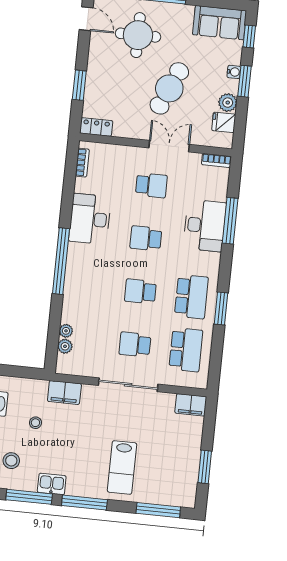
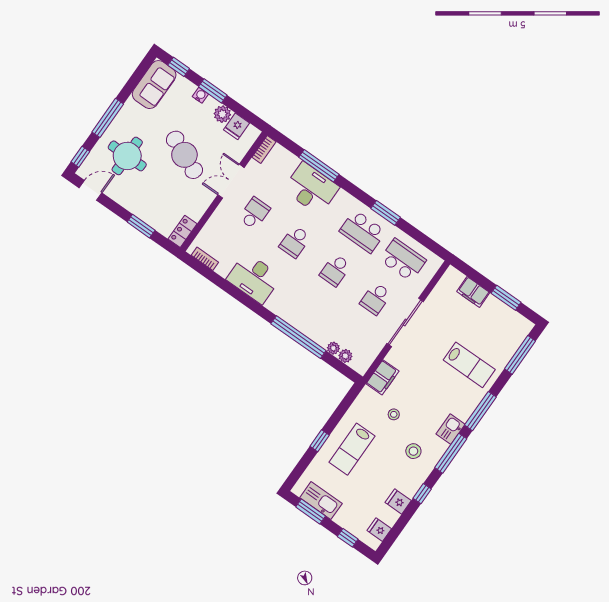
window: (61, 261) -> (298, 337), moved
school desk: (191, 297) -> (363, 231), turned 180
filing cabinet: (191, 405) -> (473, 292), moved, turned 90

